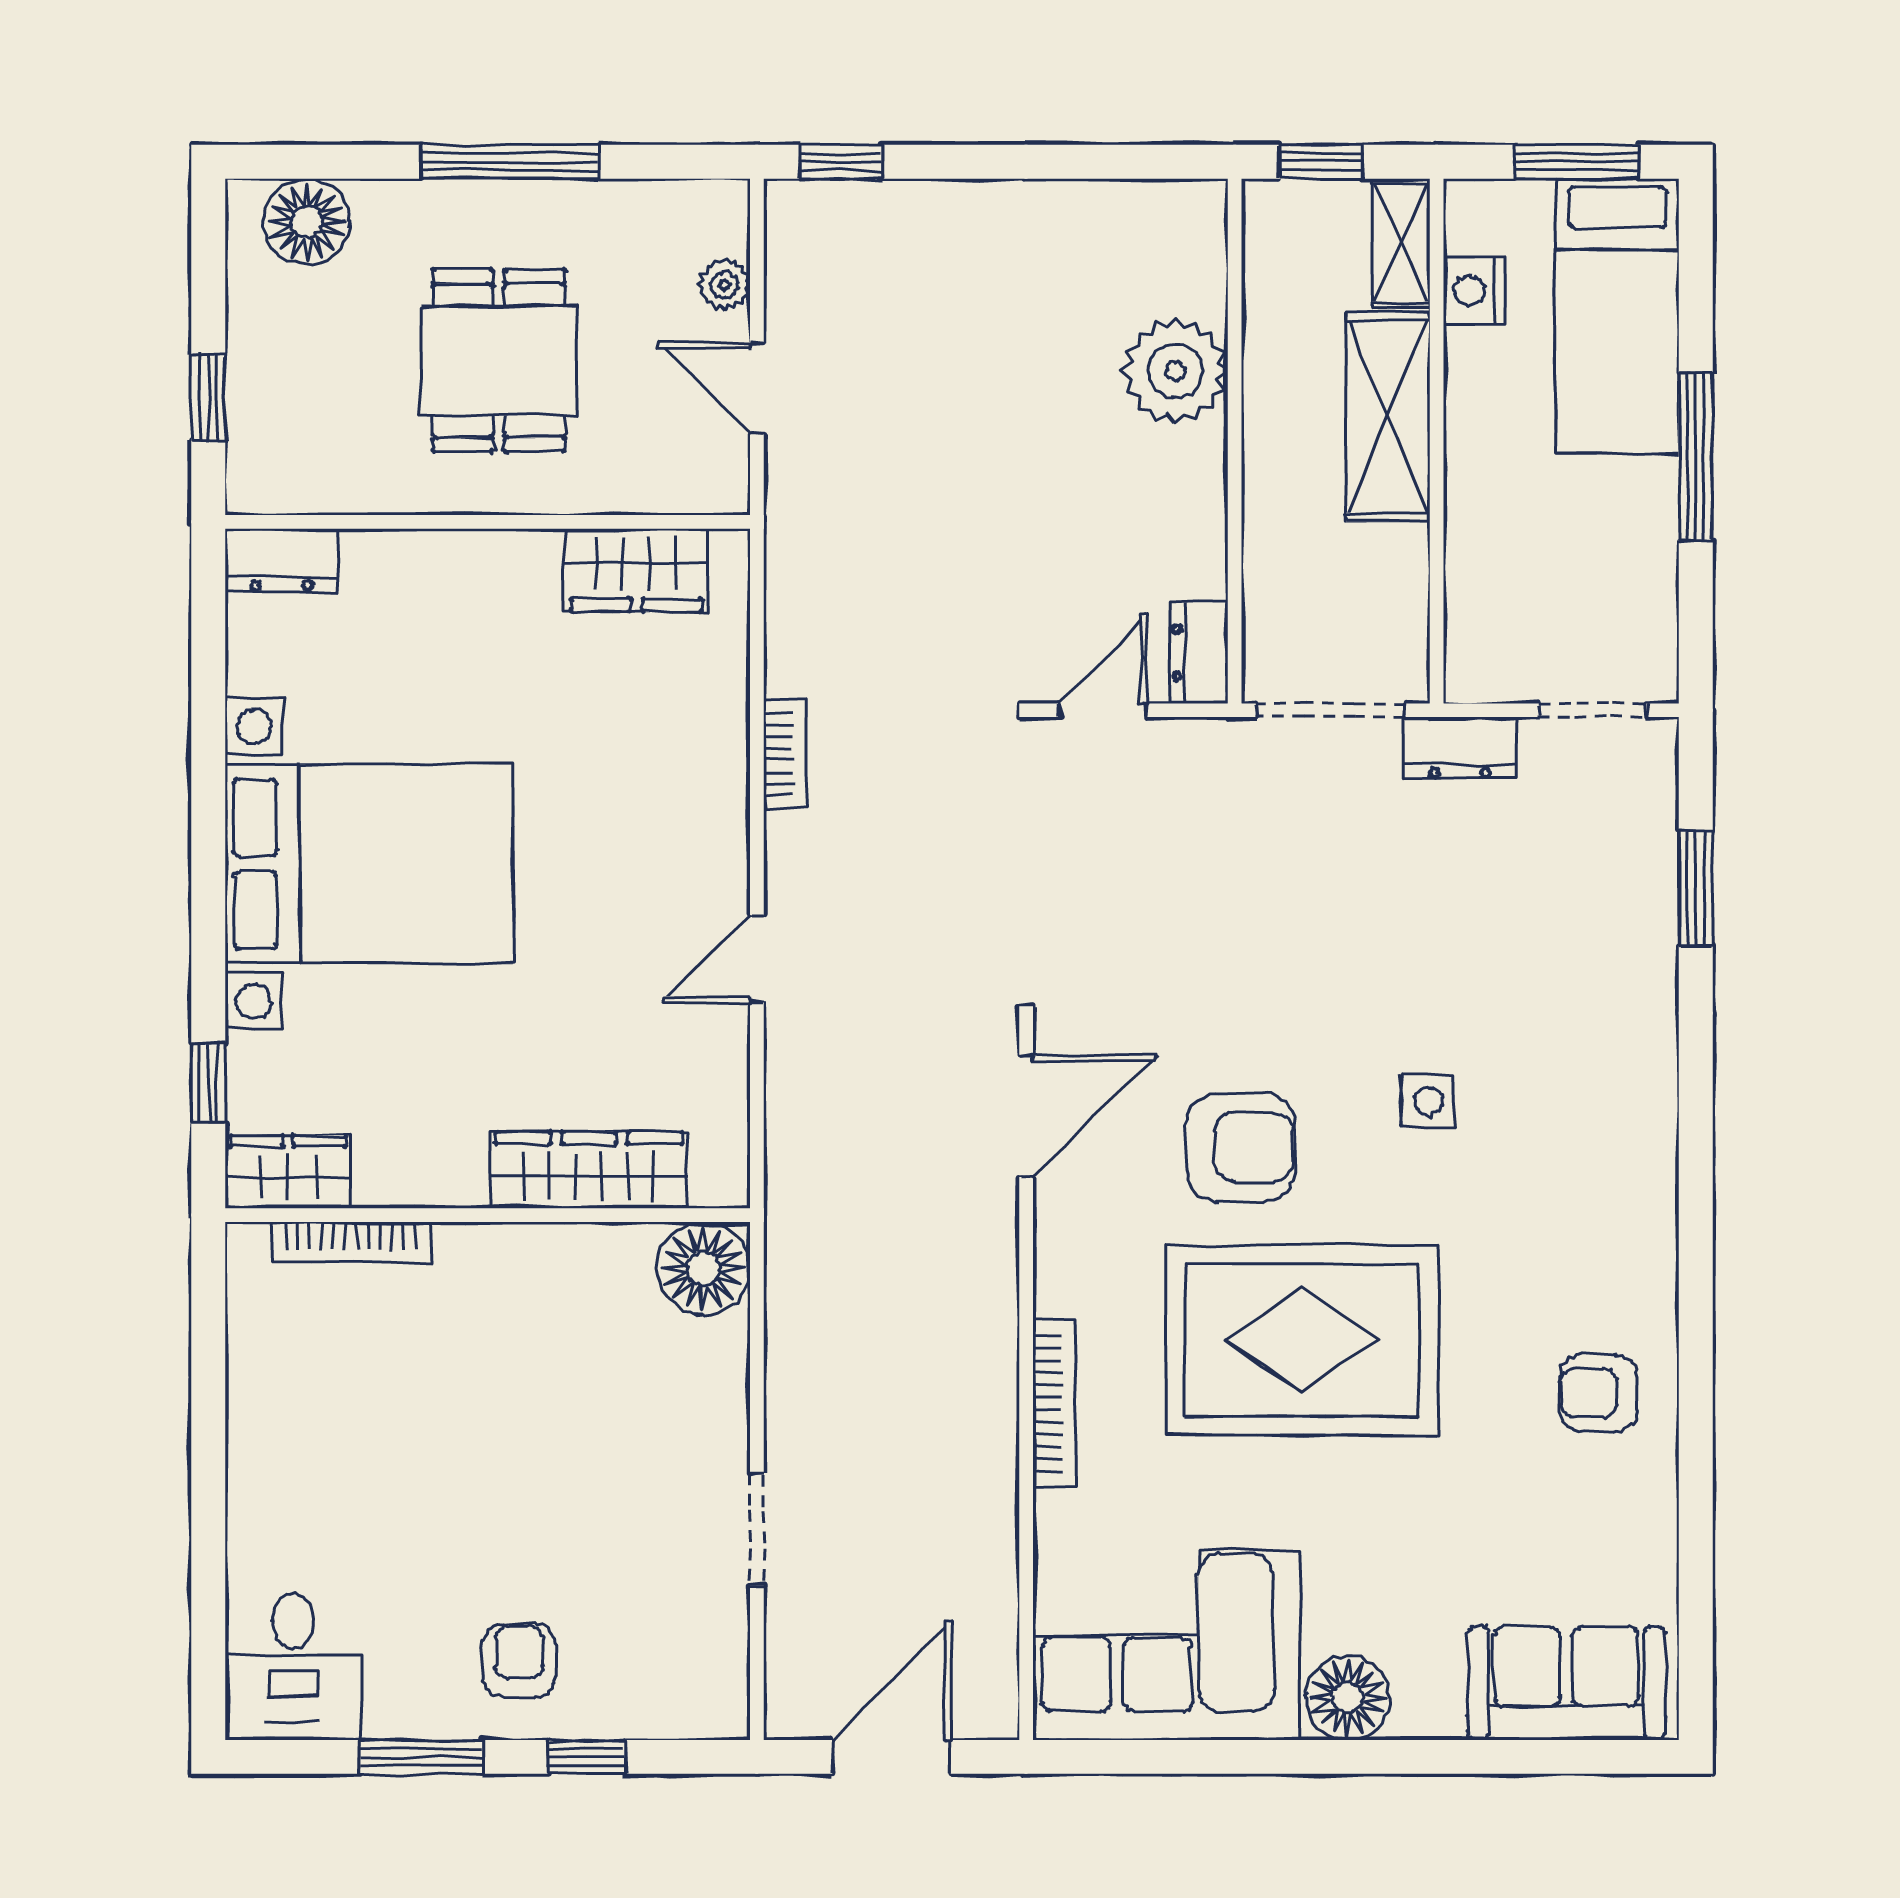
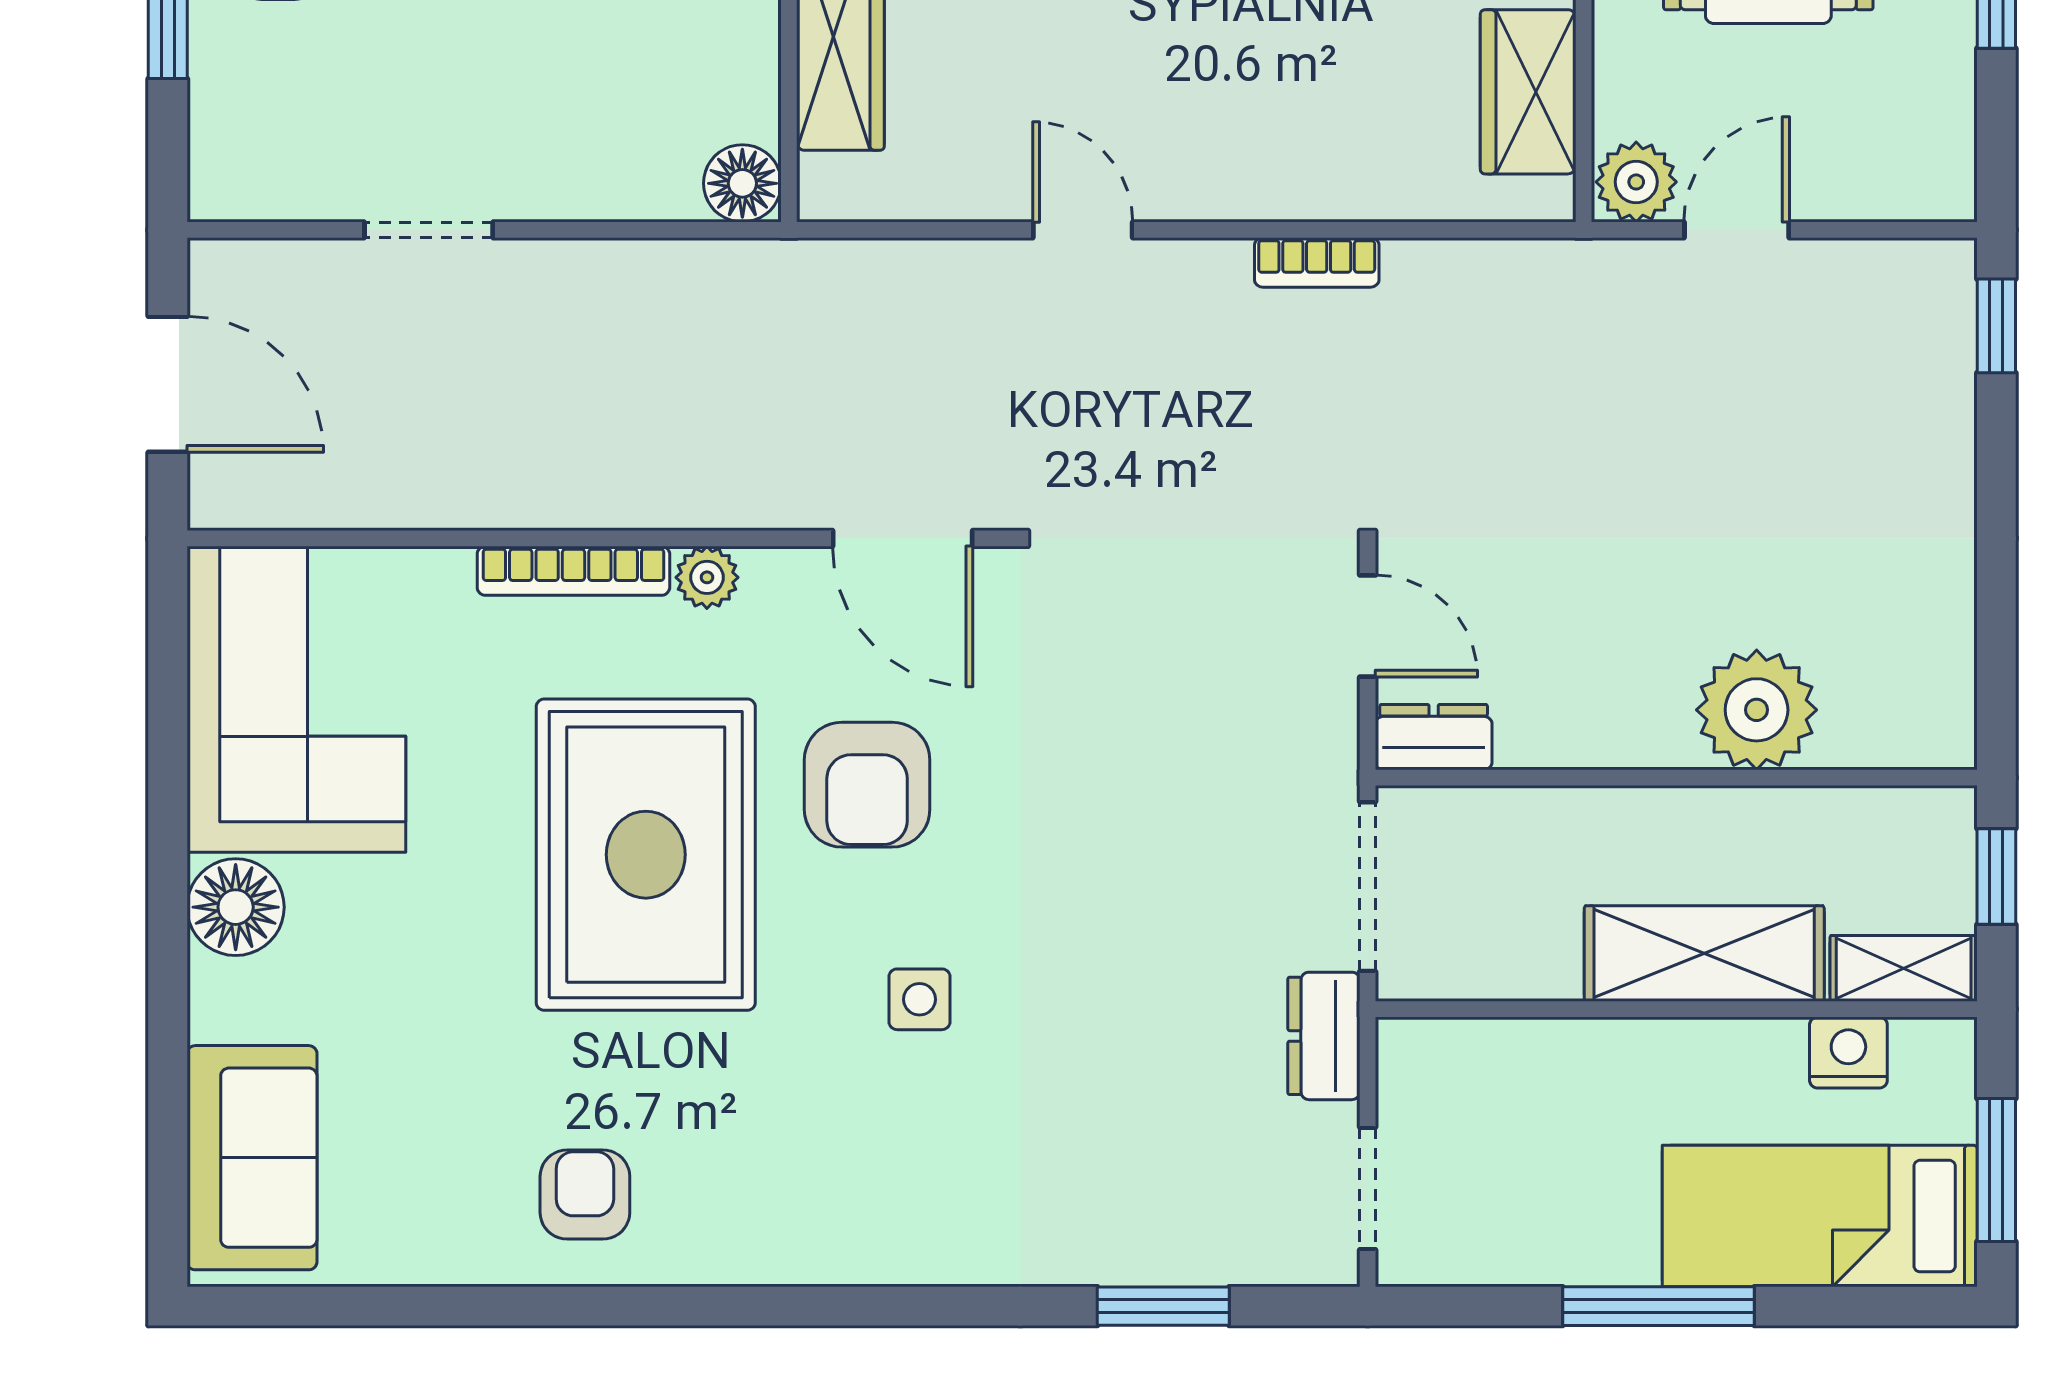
plant: (725, 285) -> (1636, 182), moved, width x1.38, depth x1.38
floor lamp: (704, 1268) -> (742, 183), width x0.73, depth x0.73
plant: (1060, 1287) -> (707, 577), added

